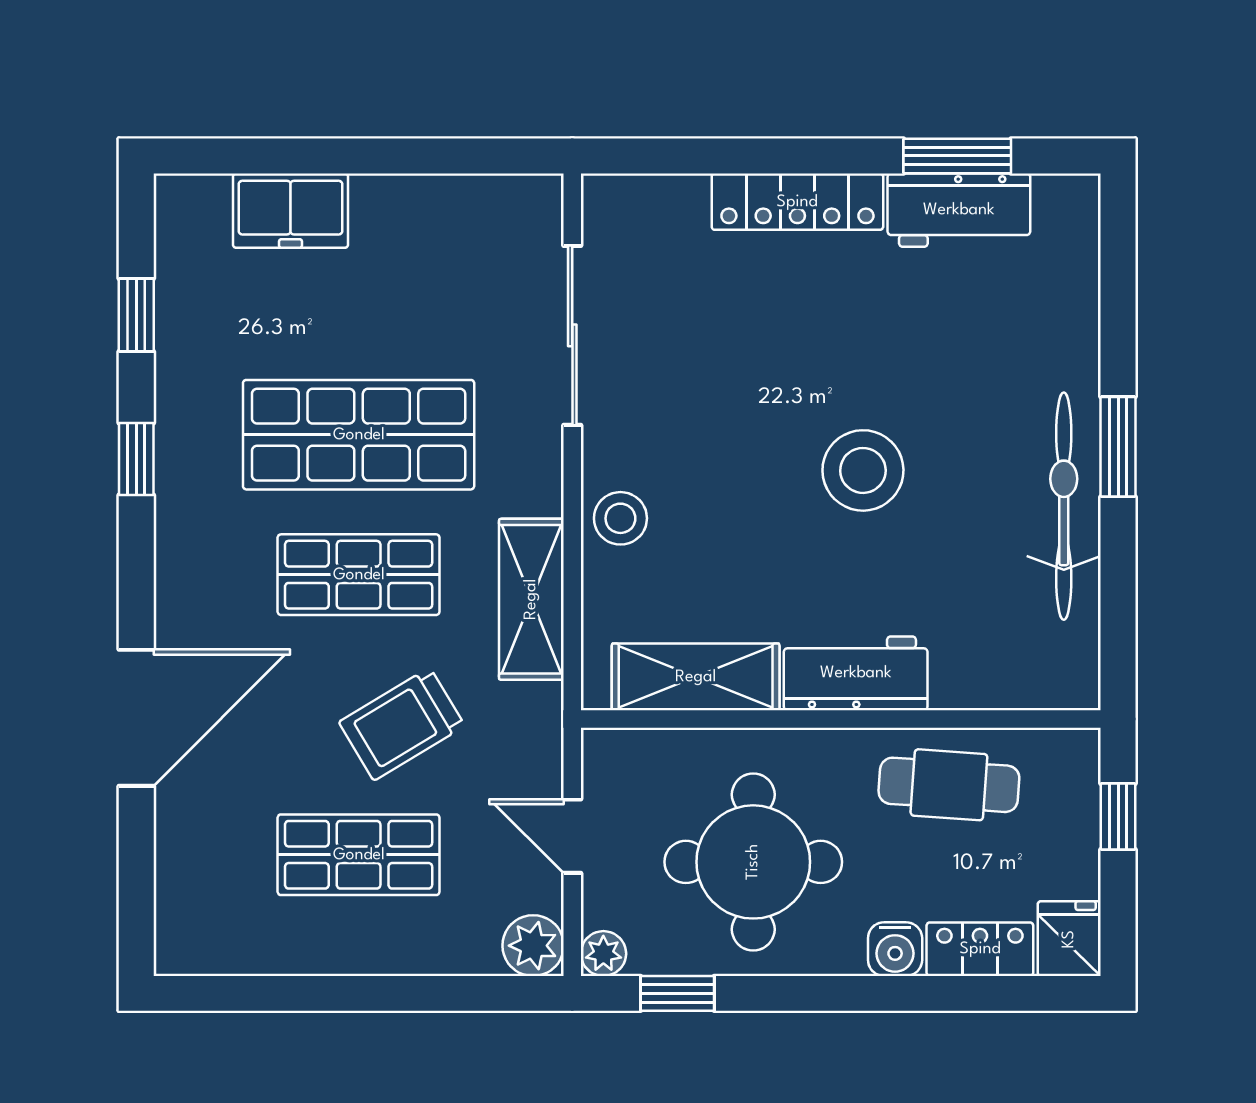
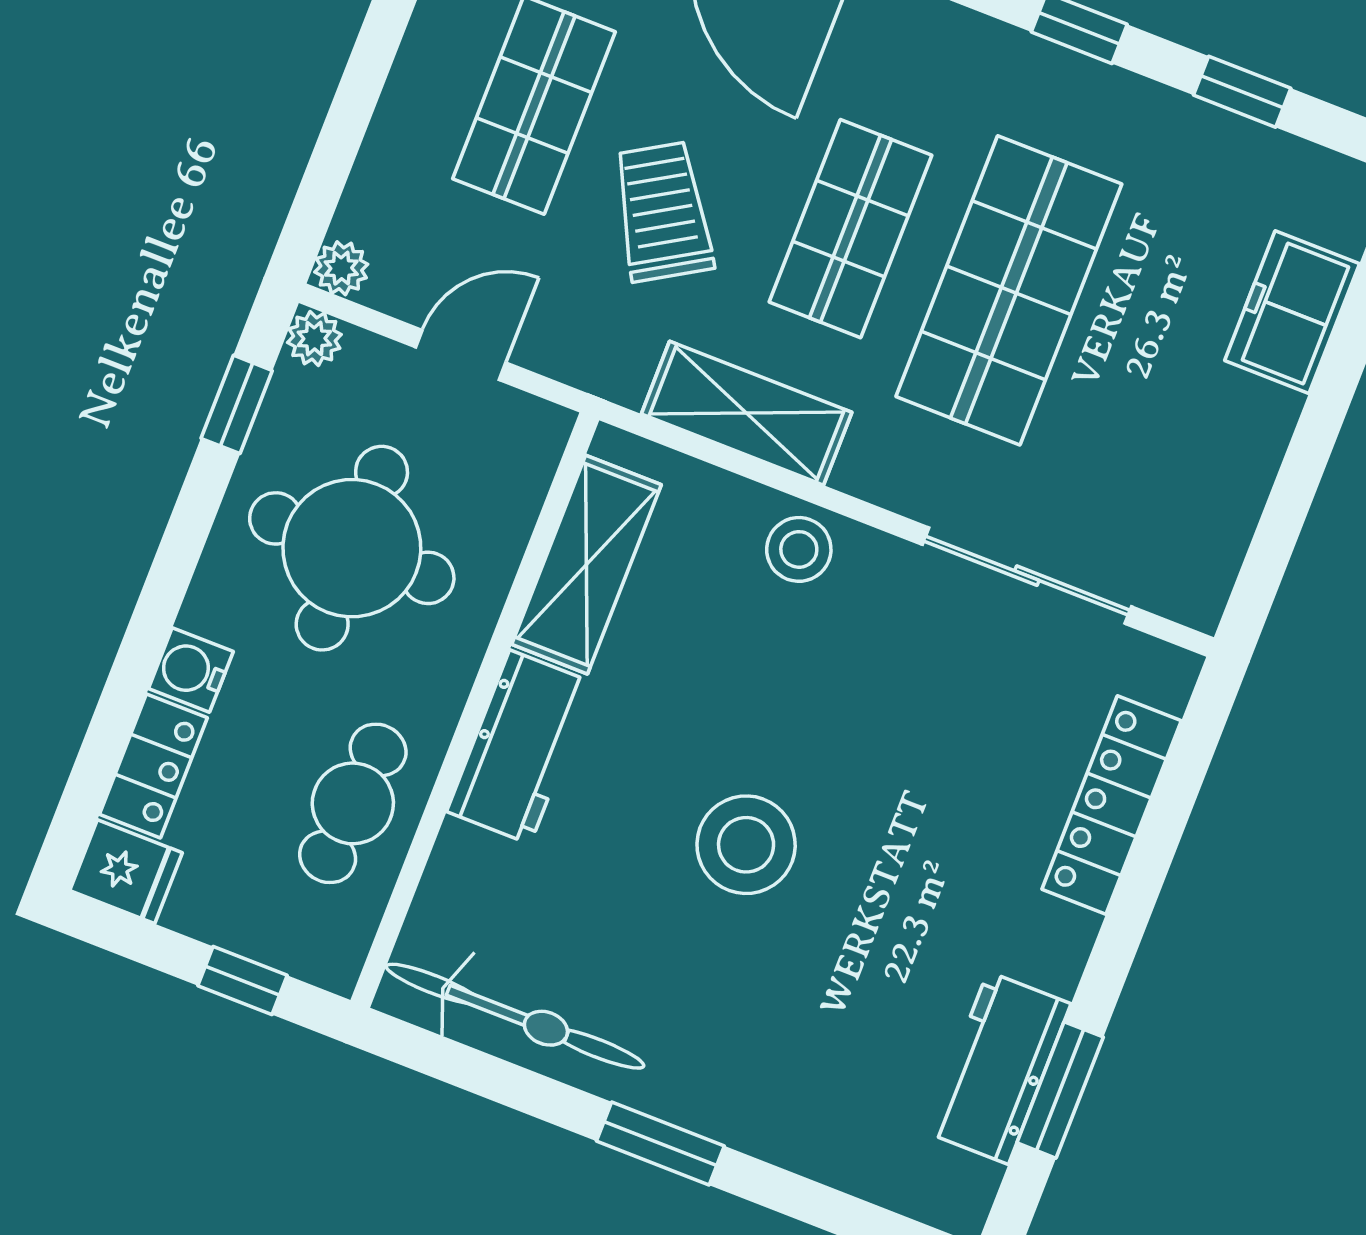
locker: (797, 202) -> (1112, 805), moved
bicycle: (1064, 506) -> (515, 1016), moved
plant: (533, 946) -> (341, 268), width x0.73, depth x0.73

